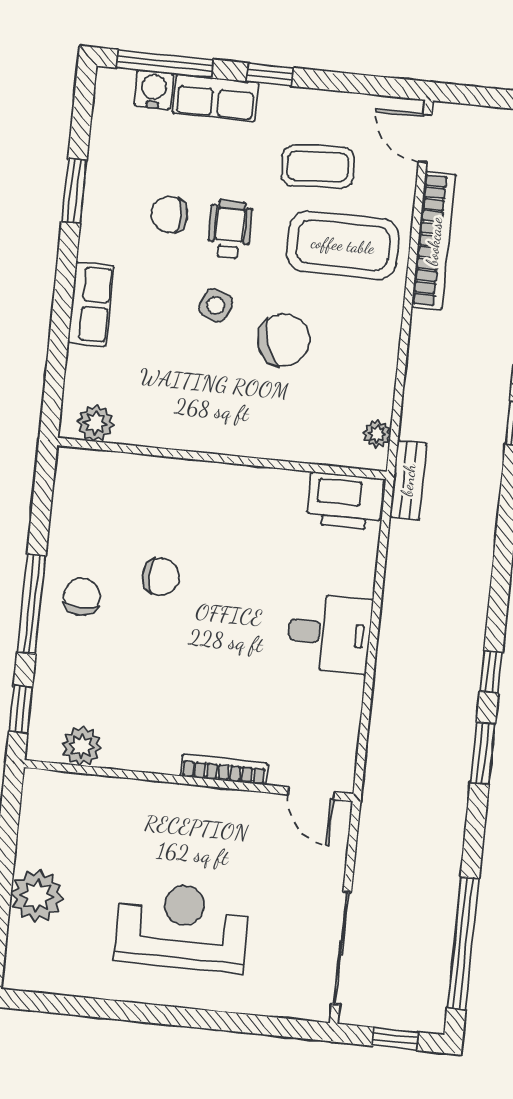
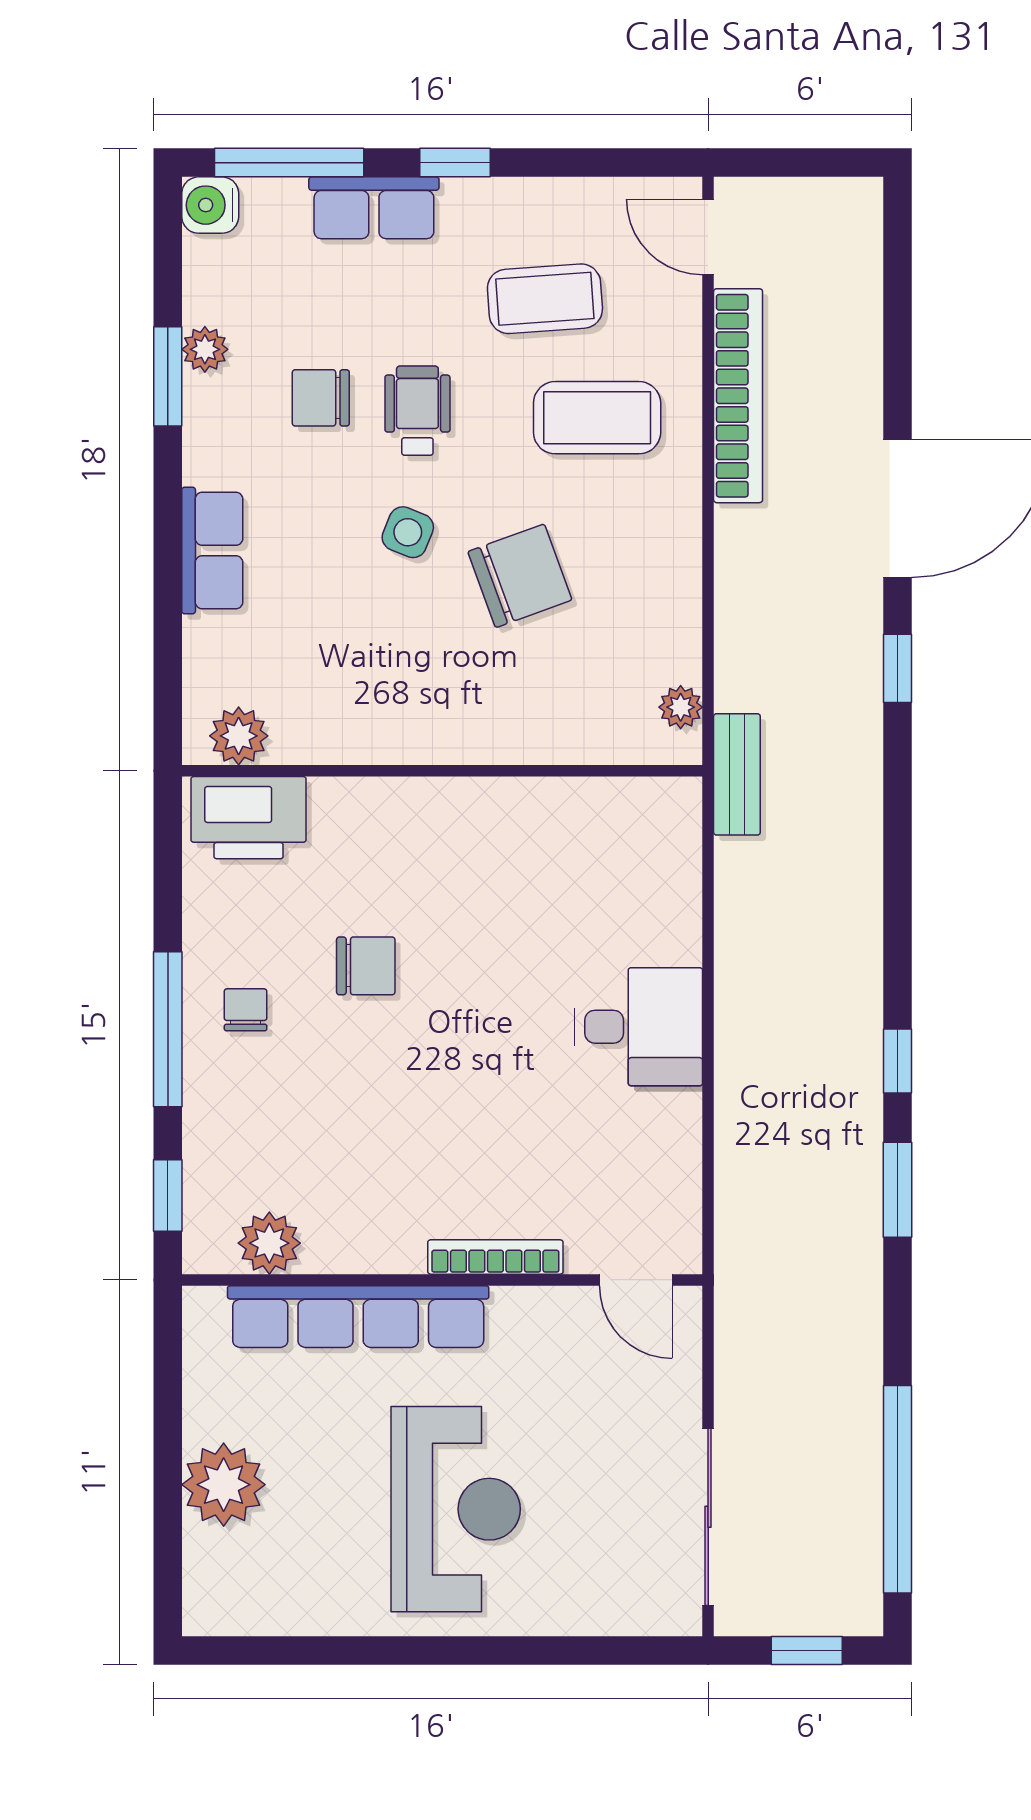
water cooler: (154, 90) -> (210, 205), moved, turned -90
plant: (99, 176) -> (205, 349), added
coffee table: (343, 245) -> (597, 418), width x0.73, depth x0.76
printer: (345, 501) -> (249, 818), moved
chair: (82, 597) -> (246, 1010), width x0.73, depth x0.73
row of seats: (133, 798) -> (358, 1317), added
reception desk: (182, 927) -> (456, 1509), turned 90

